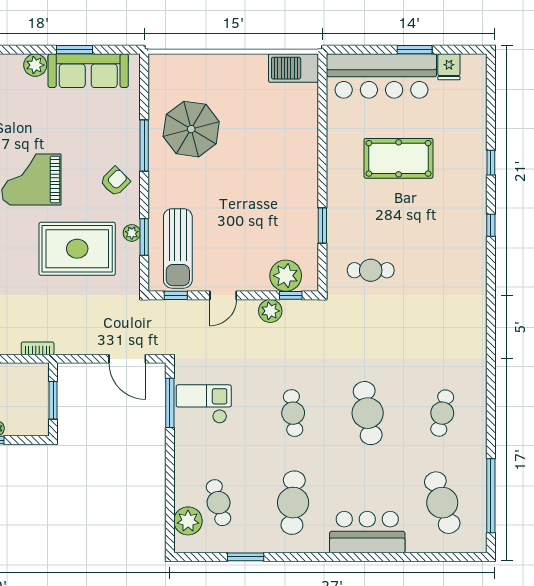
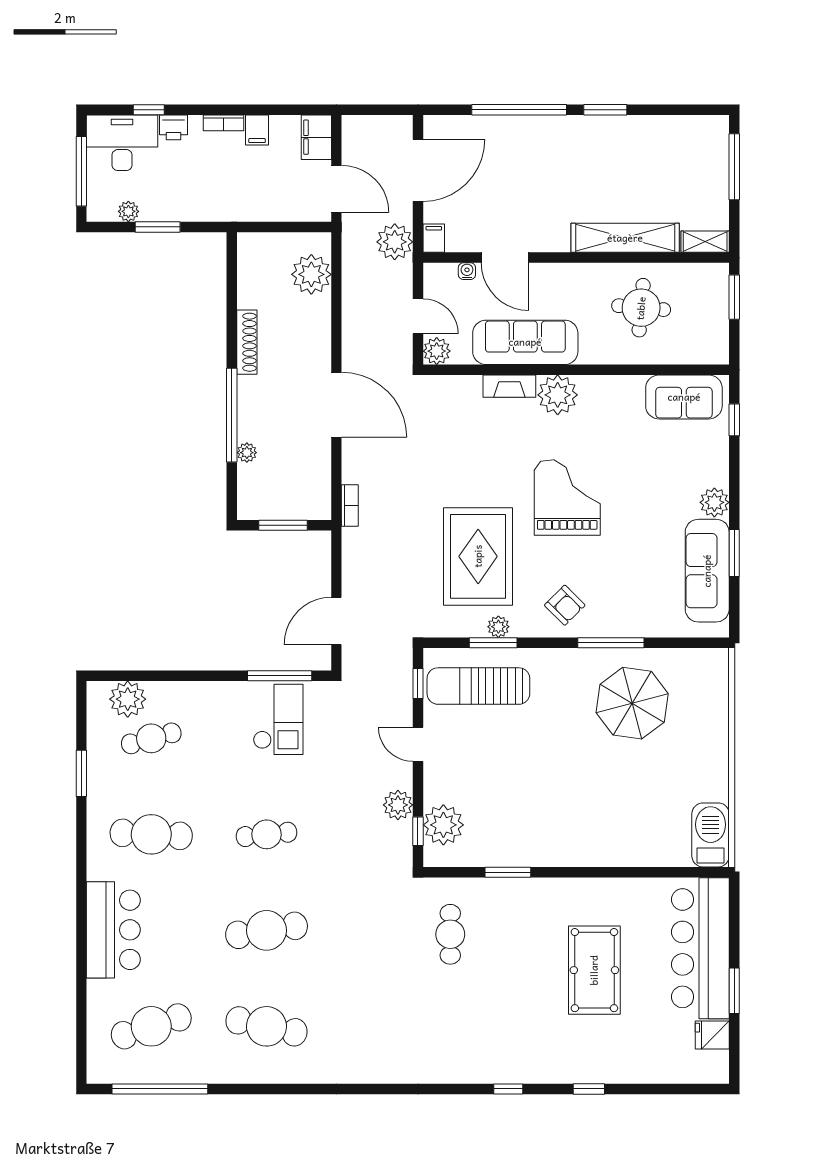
cafe table: (442, 413) -> (267, 1026), width x1.37, depth x1.35

